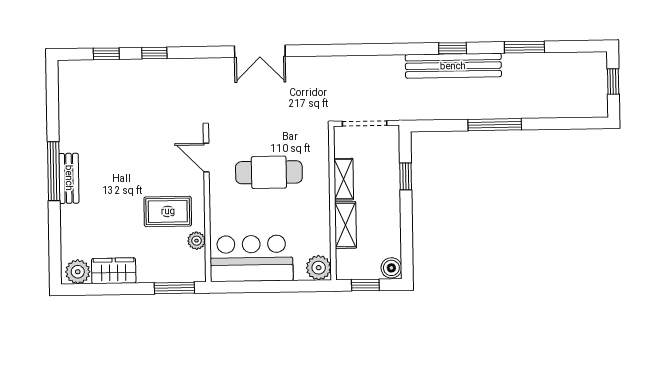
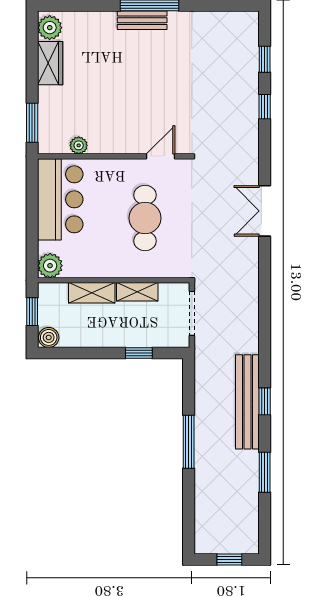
rug: (168, 211) -> (108, 117), removed

